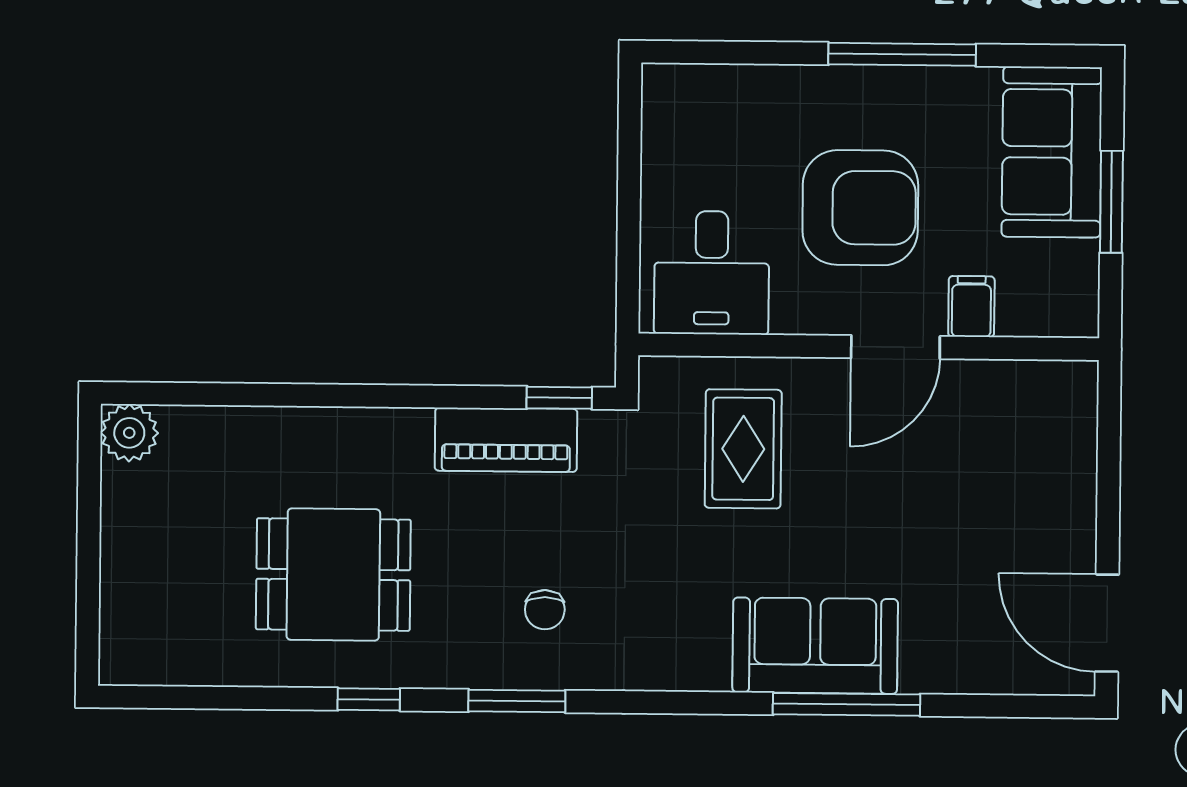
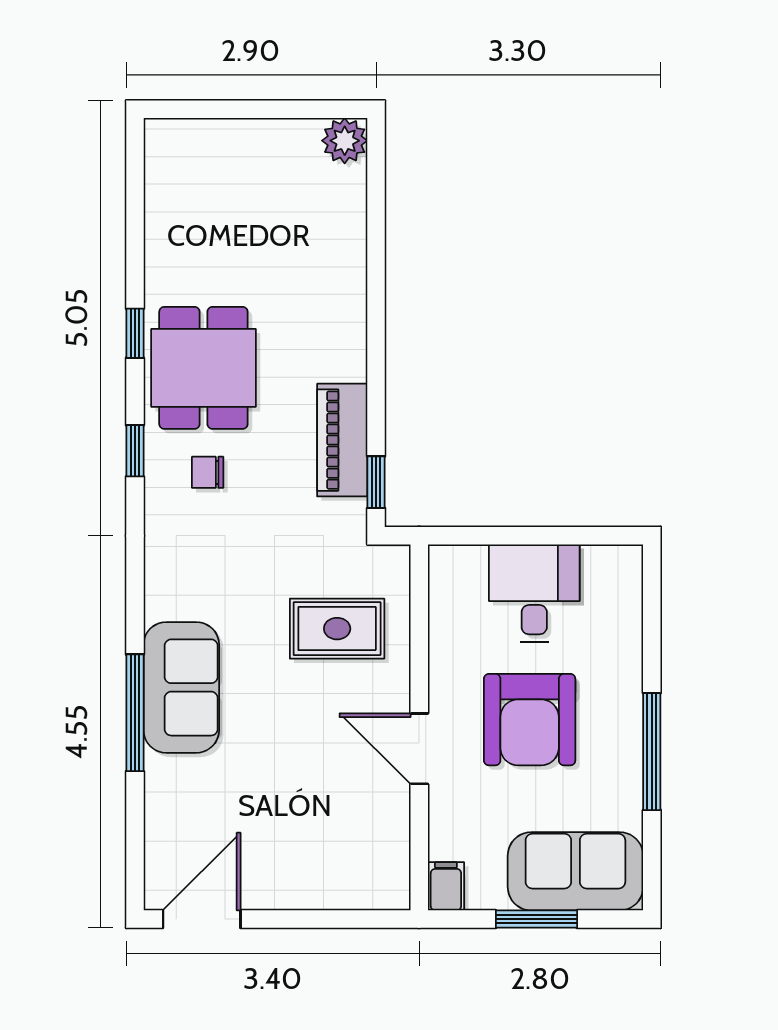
desk: (712, 273) -> (534, 593), moved, turned 90
filing cabinet: (971, 307) -> (446, 886), moved, turned -90
dining table: (333, 575) -> (203, 368), moved
window: (517, 701) -> (135, 451), width x0.67

